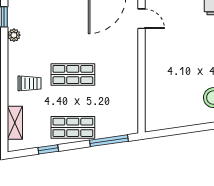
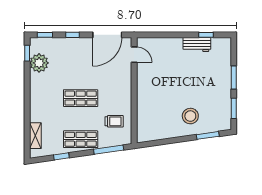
plant: (14, 35) -> (39, 63), width x1.87, depth x1.87
trolley: (30, 83) -> (114, 121), moved

